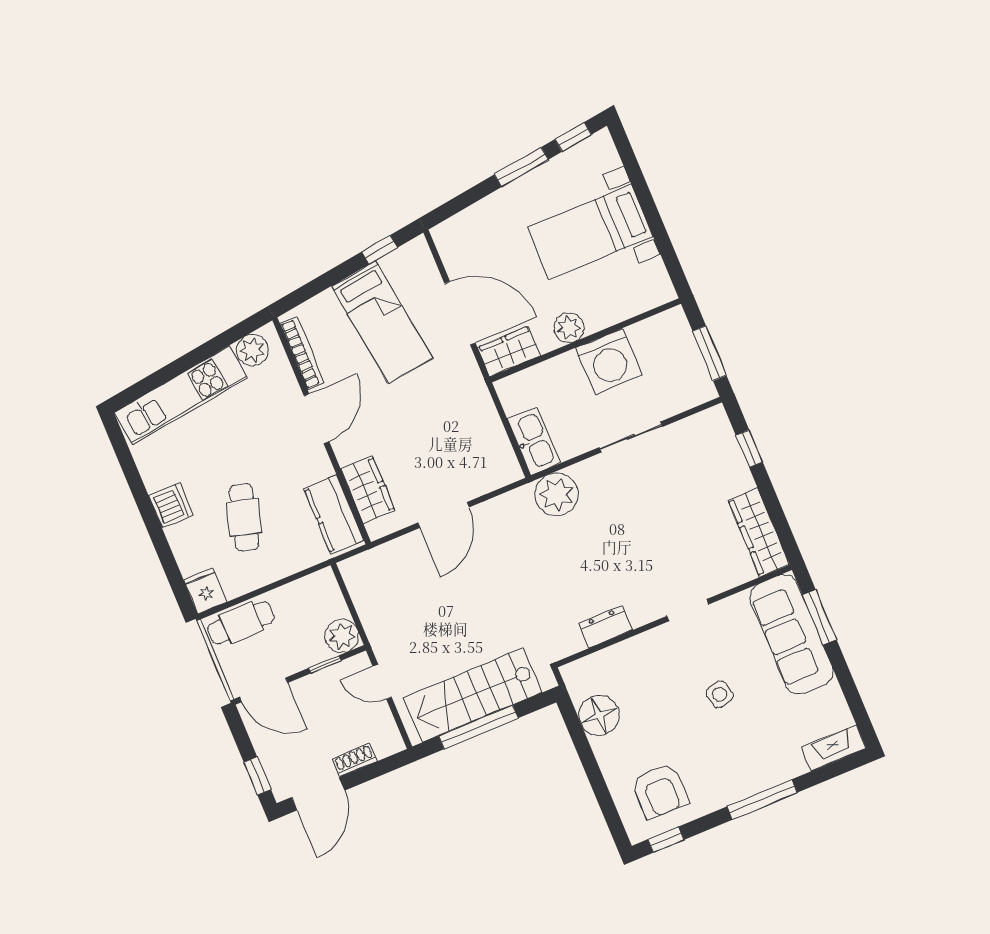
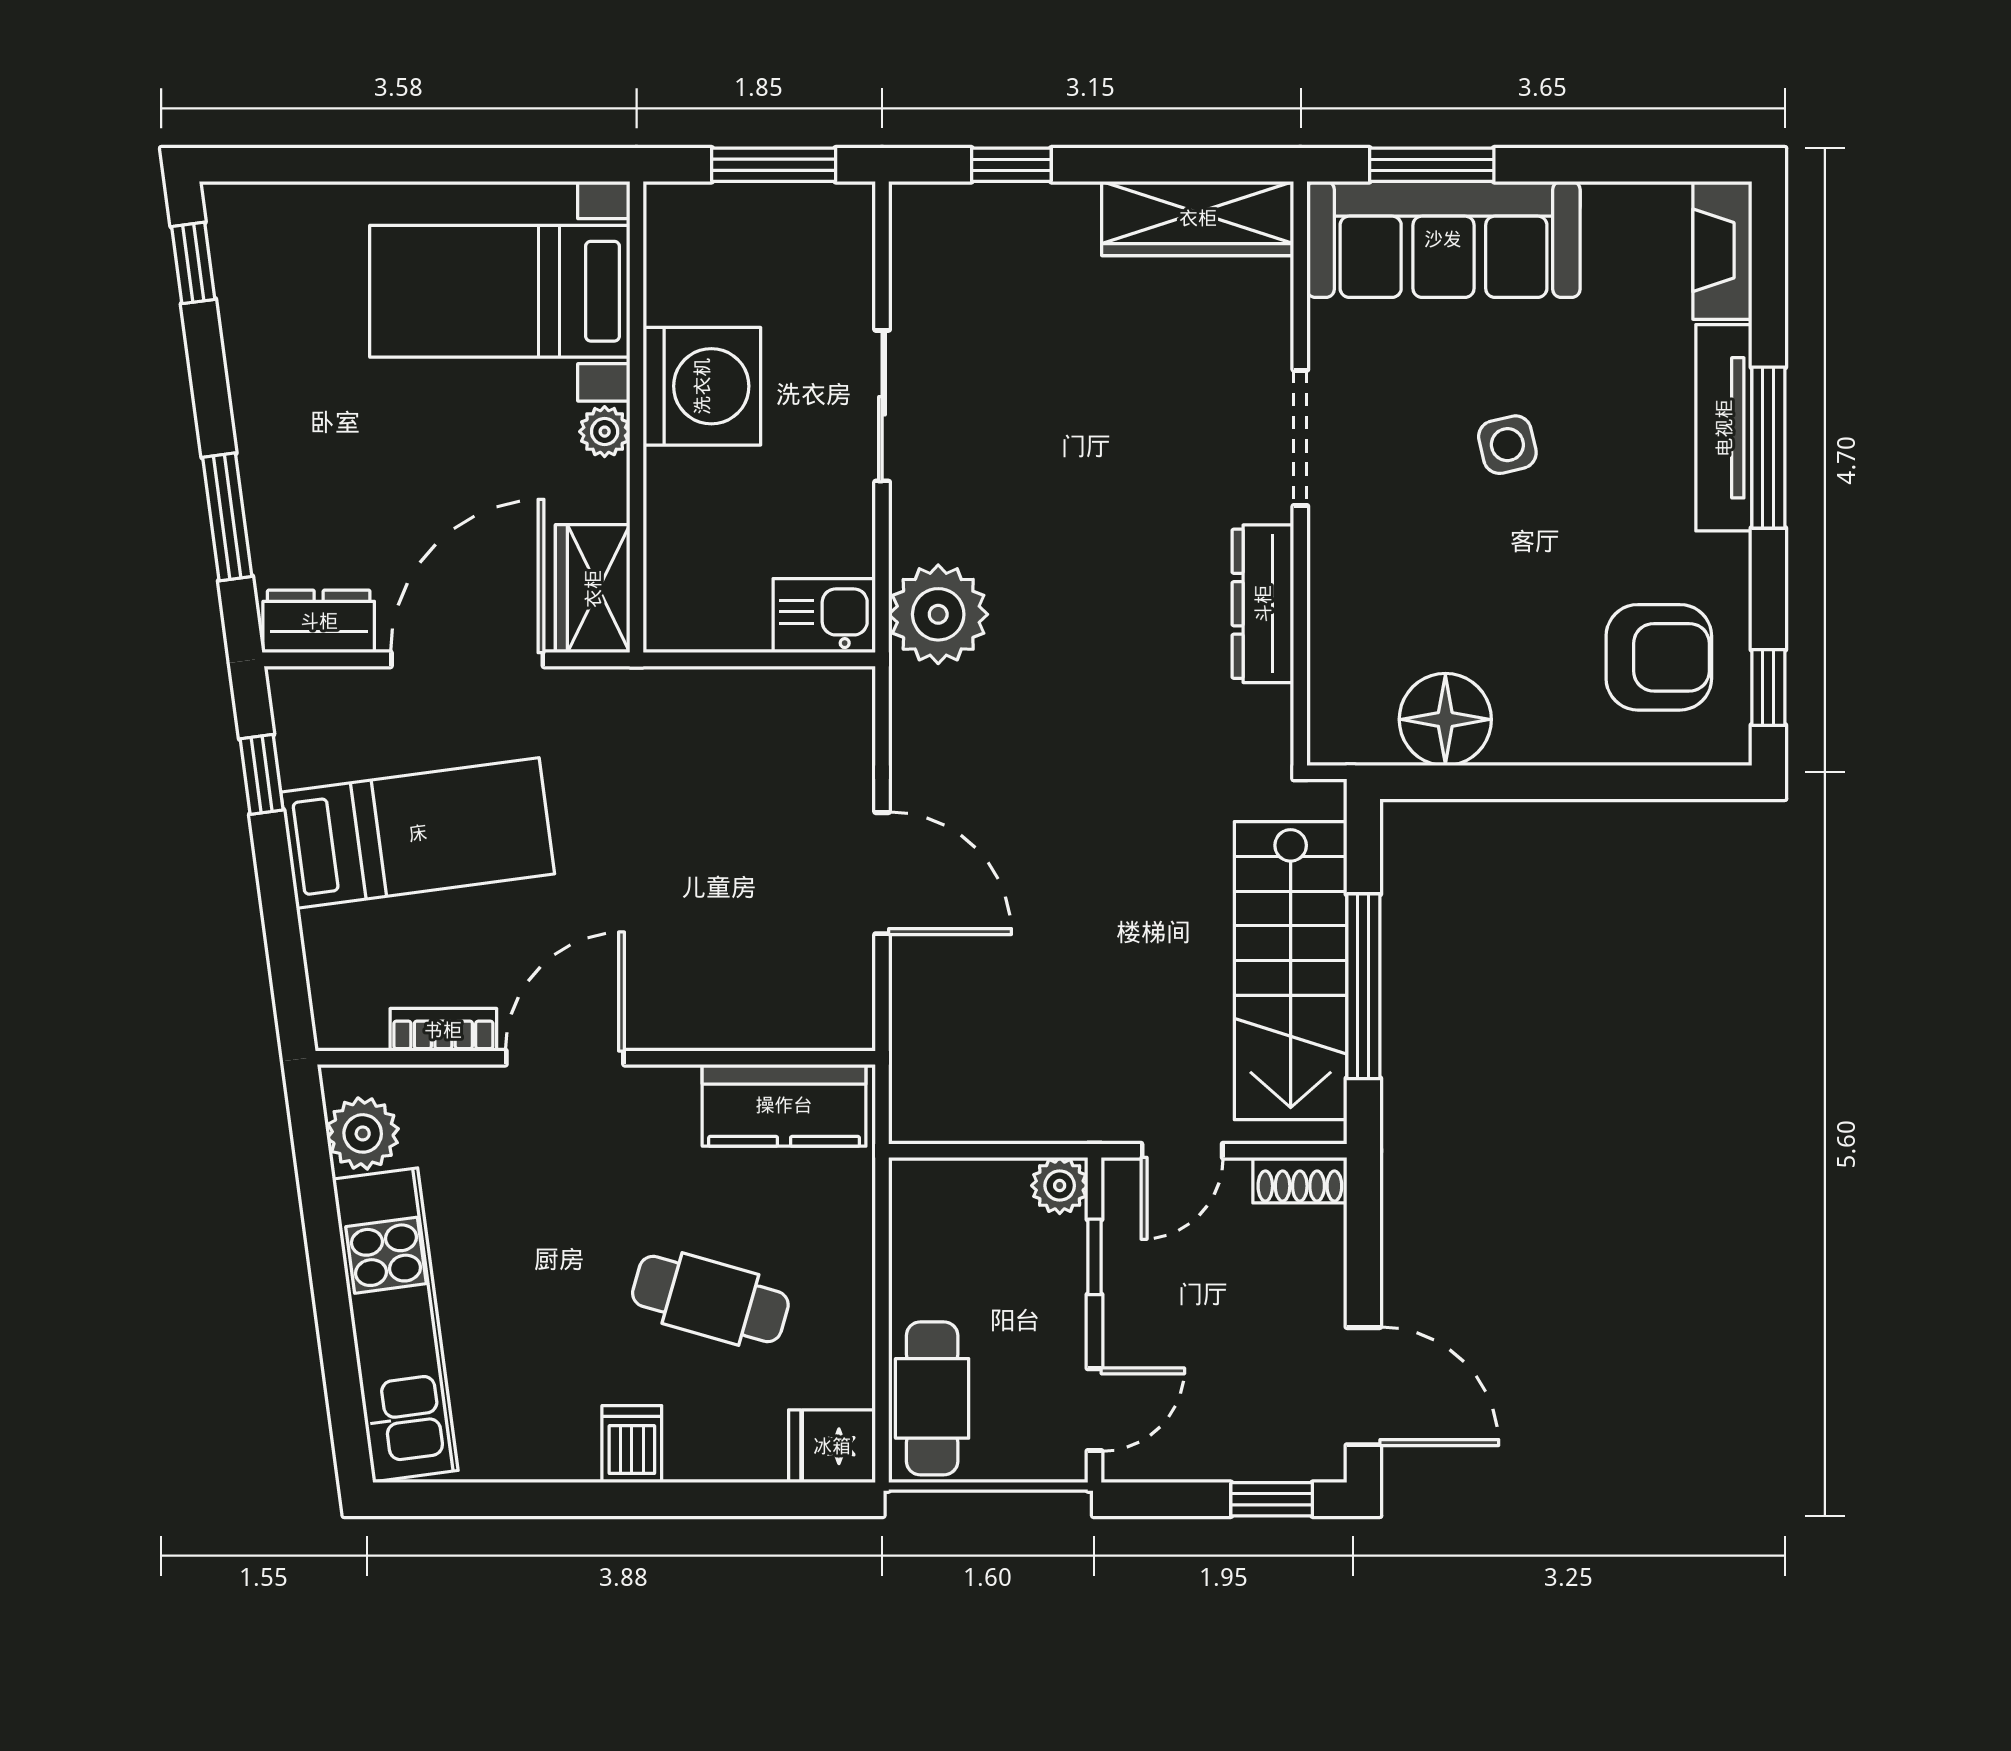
window: (521, 167) -> (227, 517), moved
bed with nightstands: (590, 232) -> (500, 291), moved, turned 90
dresser: (450, 247) -> (319, 621), added
plant: (569, 328) -> (605, 432), width x0.73, depth x0.73
bookcase: (302, 353) -> (443, 1030), width x0.64
door: (316, 419) -> (565, 1058), hinge flipped
kitchen sink: (534, 441) -> (824, 616), width x0.73
wardrobe: (368, 490) -> (761, 1012), removed
dishwasher: (171, 505) -> (632, 1444), width x0.73
doorway: (688, 610) -> (1300, 438), width x1.38
dresser: (605, 627) -> (1263, 604), width x1.44
plant: (342, 636) -> (1060, 1186), width x0.73, depth x0.73
door: (264, 690) -> (1094, 1410), width x0.73
shoe rack: (355, 760) -> (1300, 1180), moved, turned -90
tv unit: (763, 778) -> (1724, 428), added

